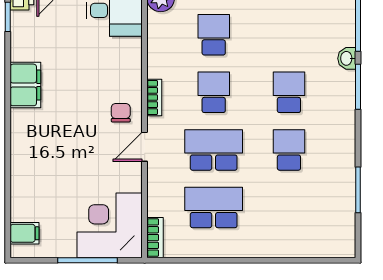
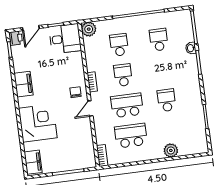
school desk: (289, 92) -> (159, 40), moved
corner desk: (110, 225) -> (38, 123), moved, turned 90
filing cabinet: (25, 233) -> (33, 162), width x2.00
plant: (285, 245) -> (171, 150), added

